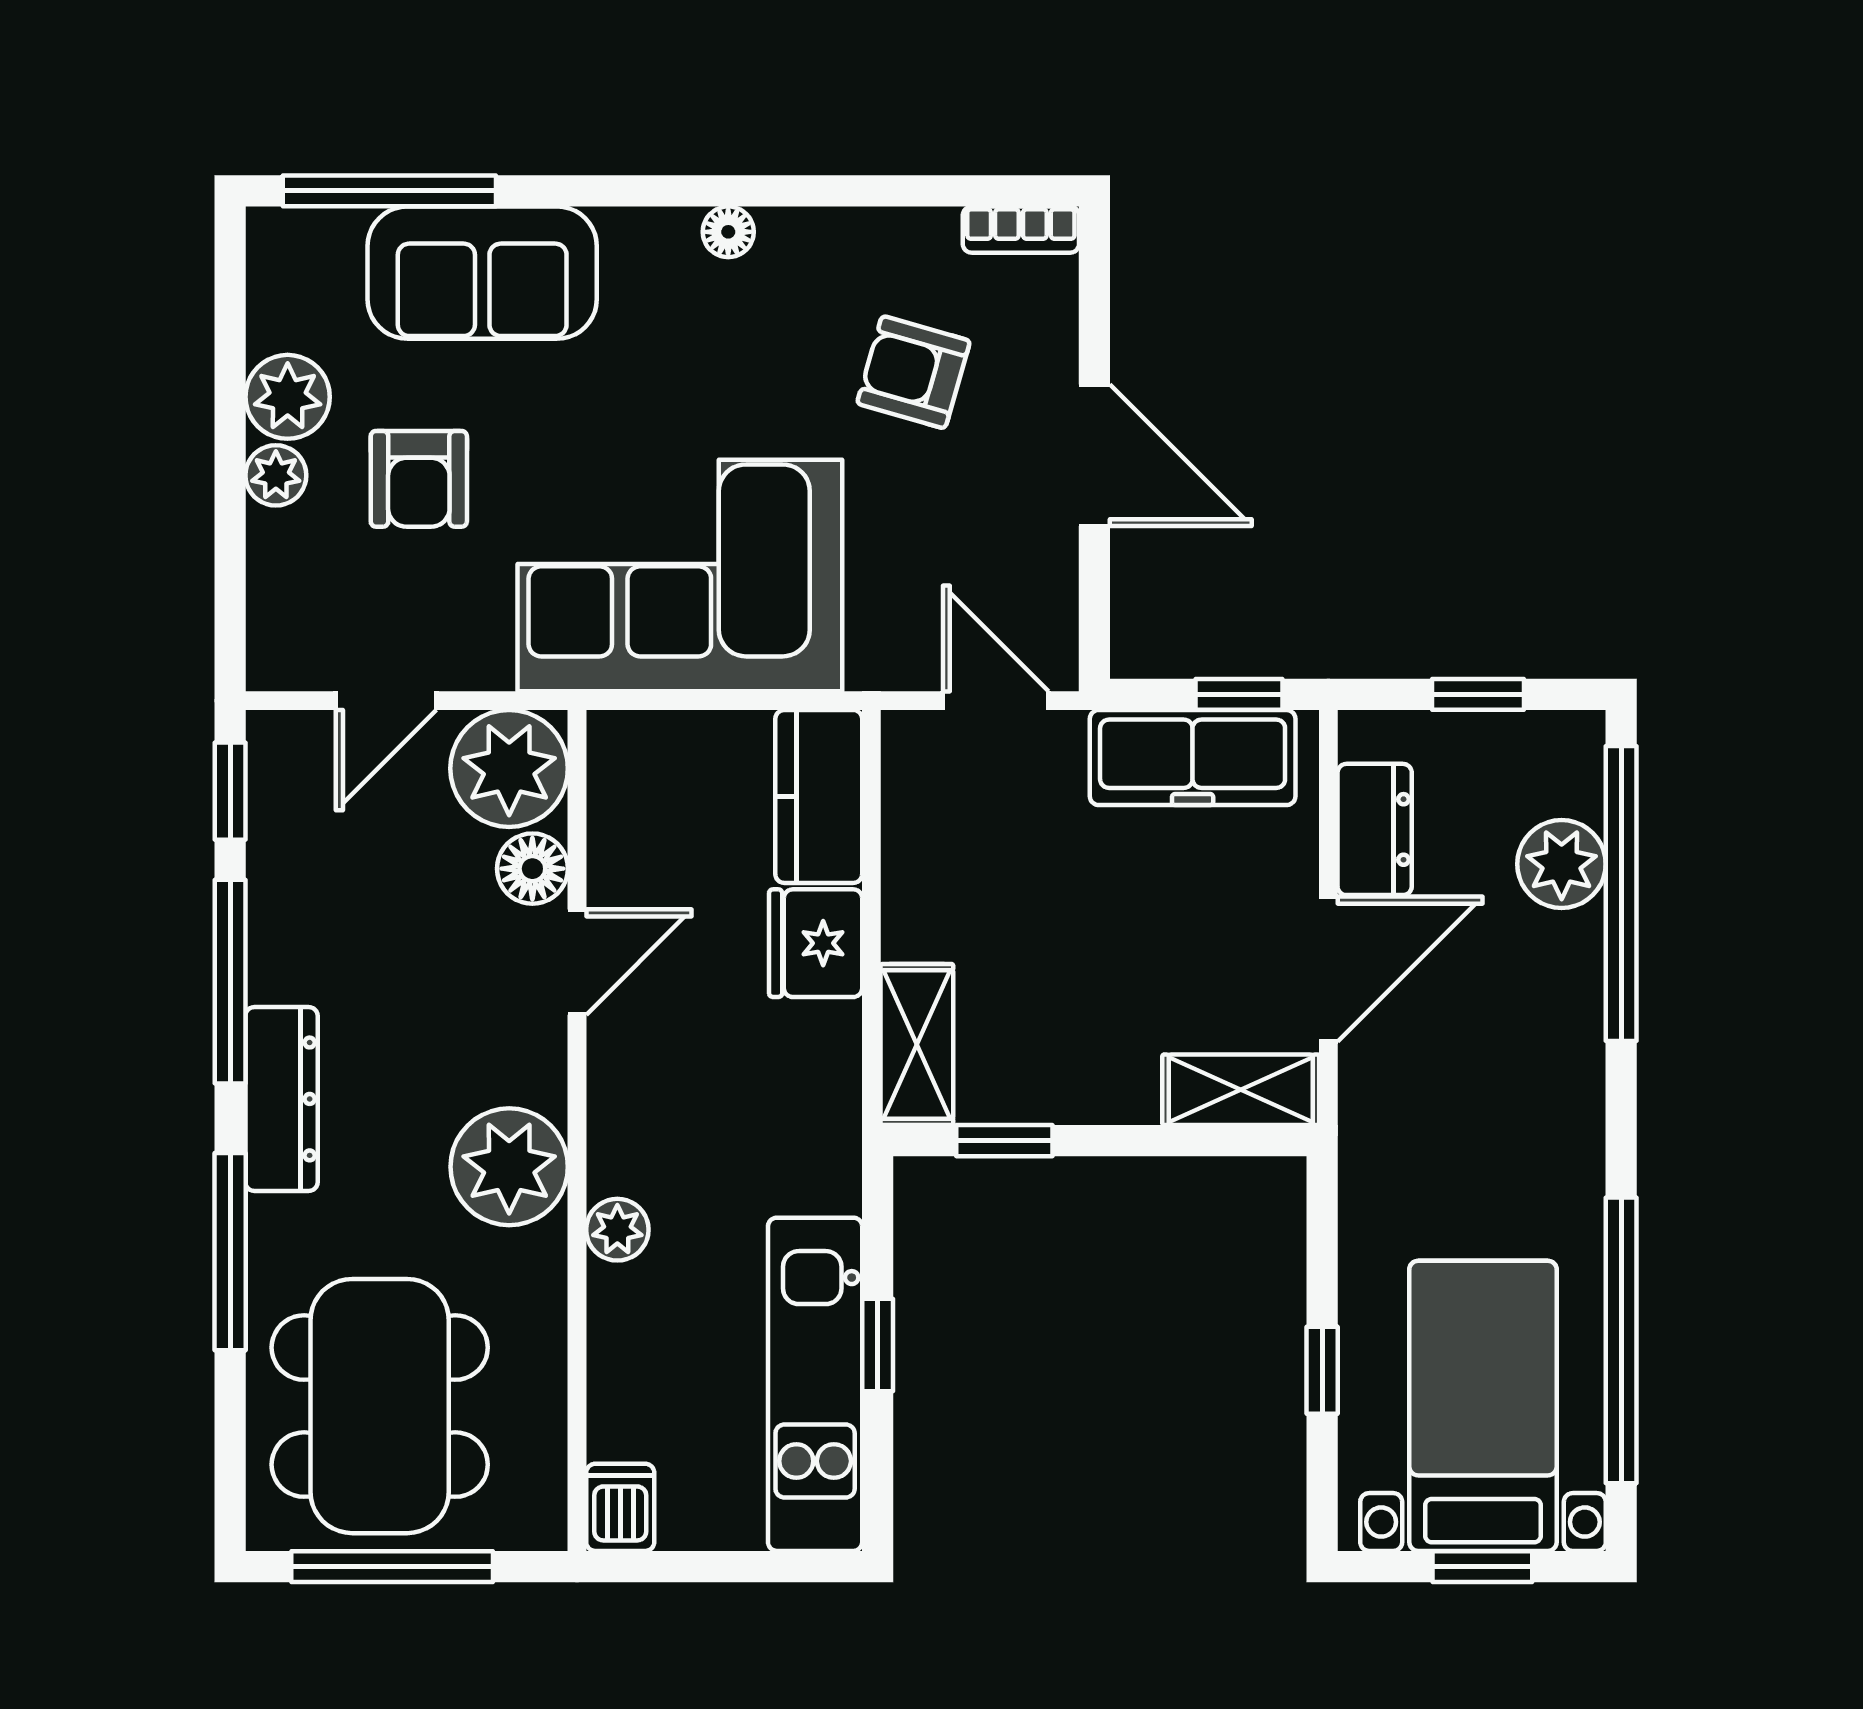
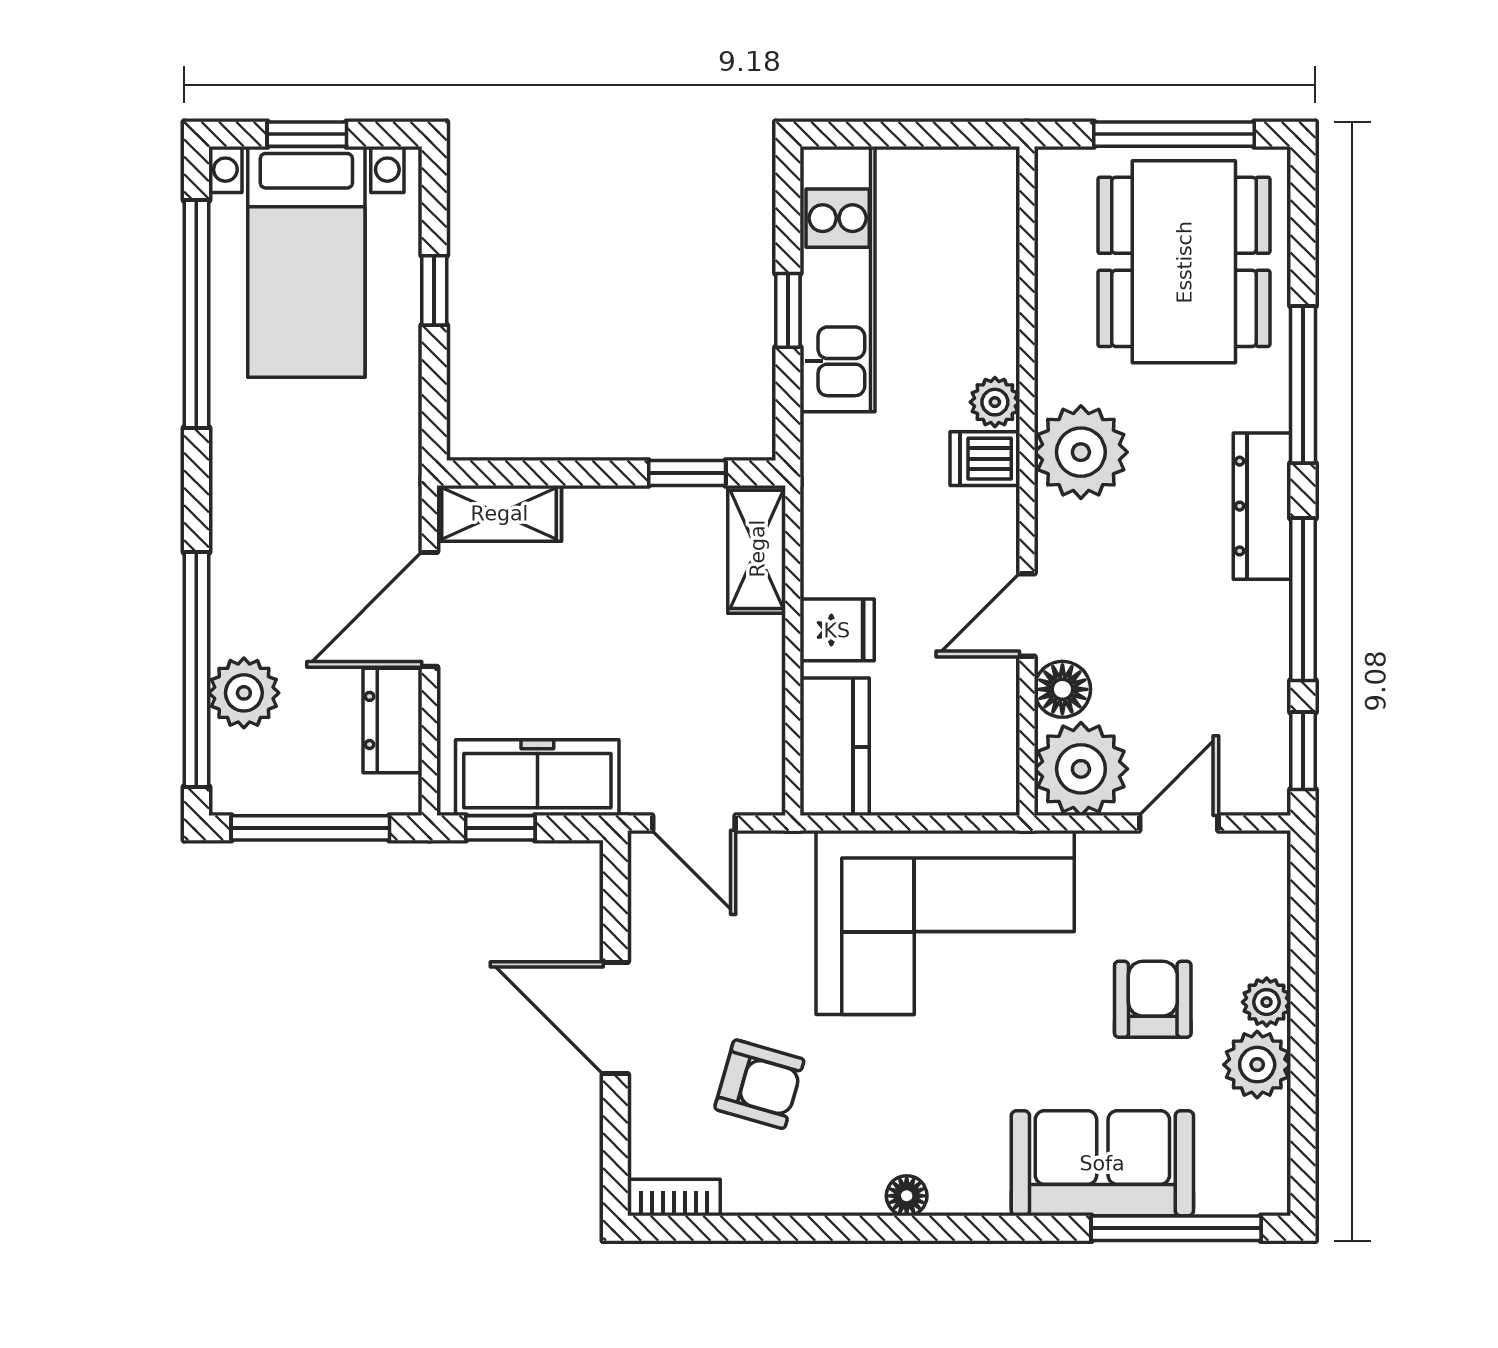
window: (1478, 694) -> (310, 828), width x2.17
fridge: (816, 943) -> (837, 630), width x0.72
dishwasher: (620, 1507) -> (985, 459), moved, turned 90

